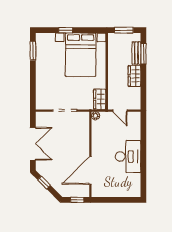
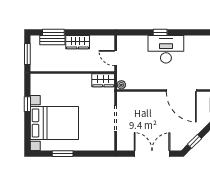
window: (66, 30) -> (27, 104), moved
window: (33, 51) -> (63, 154), moved
bed with nightstands: (81, 55) -> (54, 123), moved
door: (120, 111) -> (116, 58), swing flipped
window: (143, 151) -> (160, 32), added

